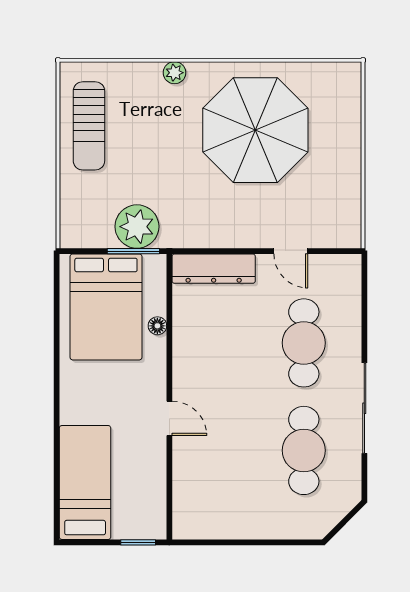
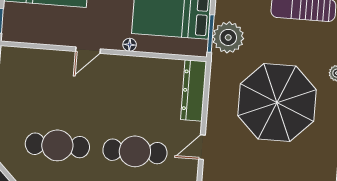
parasol: (255, 130) -> (277, 103), moved
floor lamp: (157, 326) -> (130, 45), moved

